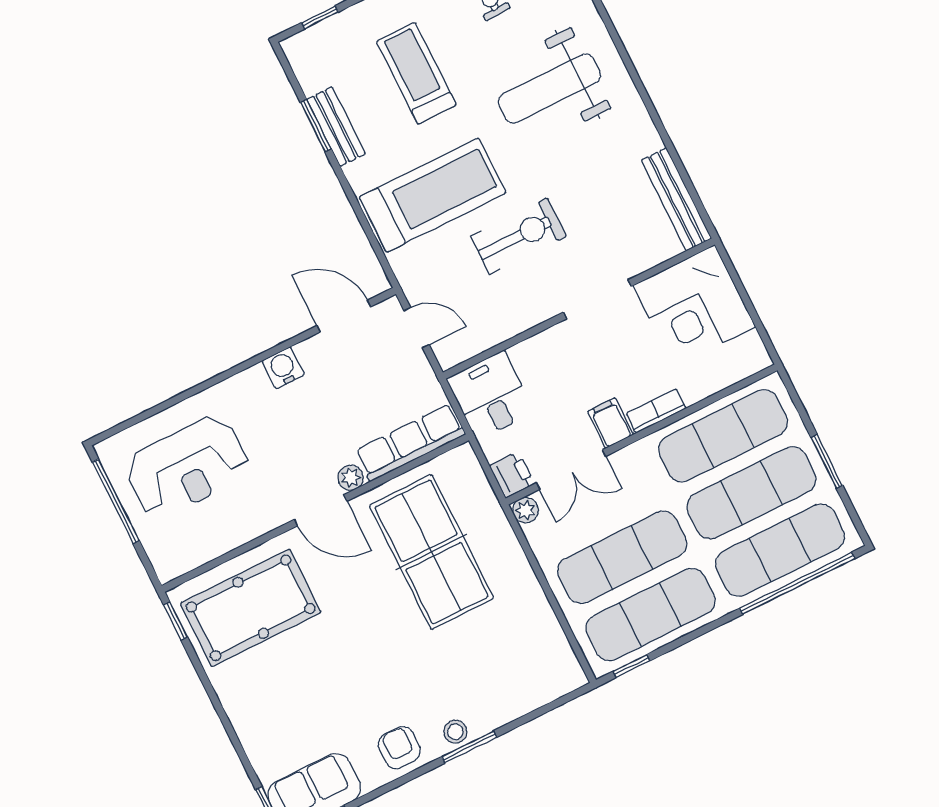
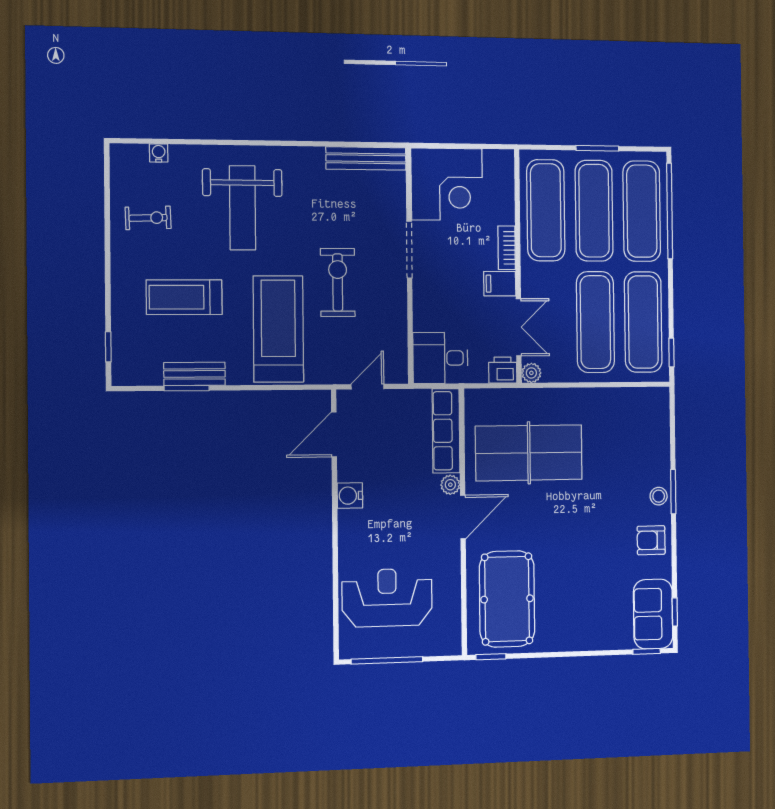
reception desk: (187, 467) -> (387, 598), turned -90

